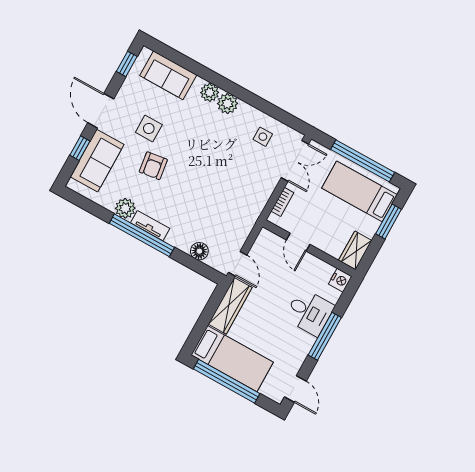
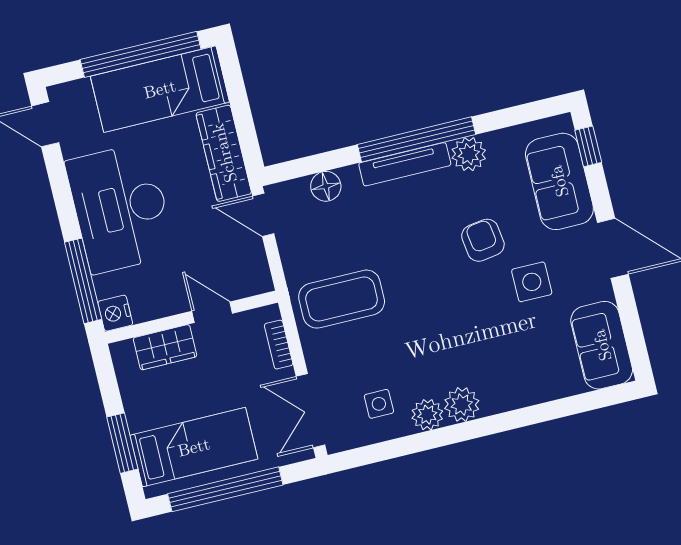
window: (127, 64) -> (634, 337), removed
sofa: (168, 75) -> (602, 345), moved, turned -90
plant: (210, 92) -> (427, 415), moved
window: (80, 148) -> (588, 146), moved
coffee table: (237, 196) -> (342, 299), added
tv unit: (150, 226) -> (405, 164), width x1.41
wardrobe: (355, 250) -> (165, 347), moved, turned 90
desk: (309, 312) -> (120, 208), width x1.87, depth x1.30
window: (325, 336) -> (83, 281), moved

